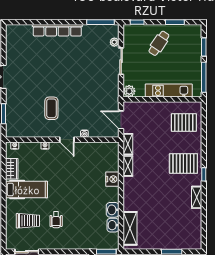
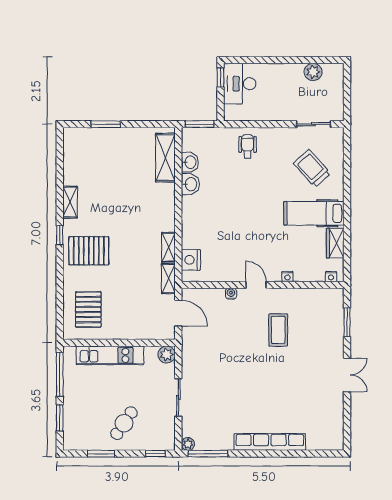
plant: (114, 42) -> (188, 444), moved
pallet: (184, 123) -> (88, 309), turned 90
nightstand: (112, 179) -> (191, 260), moved
wheelchair: (56, 220) -> (247, 146), moved
trolley: (28, 221) -> (312, 168), turned 48

